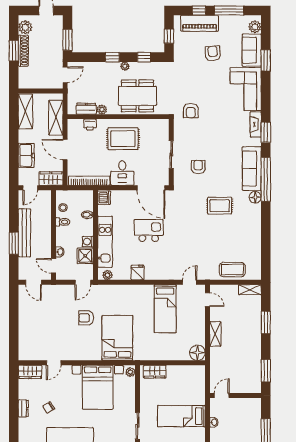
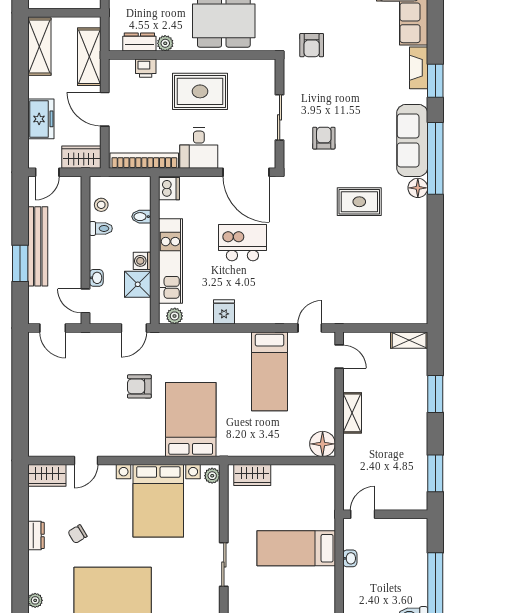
coffee table: (232, 270) -> (380, 307), removed

